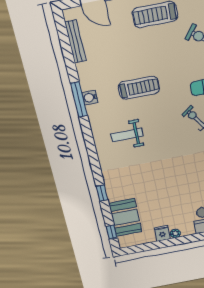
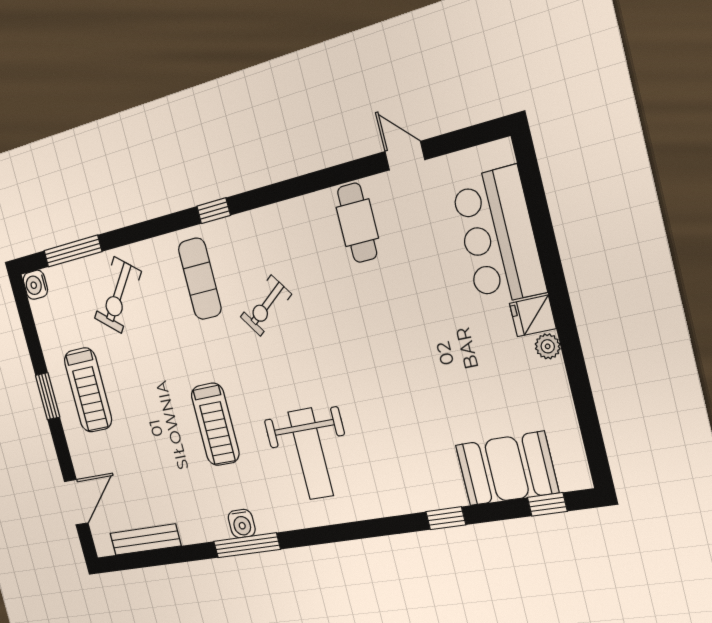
treadmill: (139, 88) -> (215, 424), turned 180
weight bench: (127, 135) -> (311, 454), width x1.36, depth x1.33
fridge: (162, 233) -> (533, 316), moved

